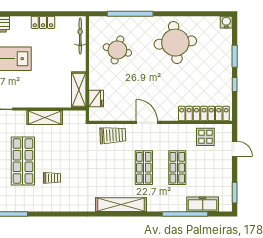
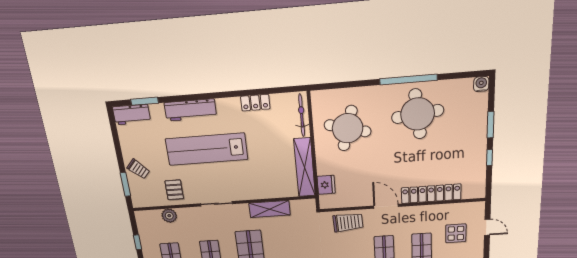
window: (130, 14) -> (408, 80), moved
round table: (117, 50) -> (348, 128), width x1.36, depth x1.36
shelving: (79, 90) -> (305, 167), width x1.47
locker: (204, 114) -> (431, 194), moved
display table: (205, 137) -> (456, 233), moved

